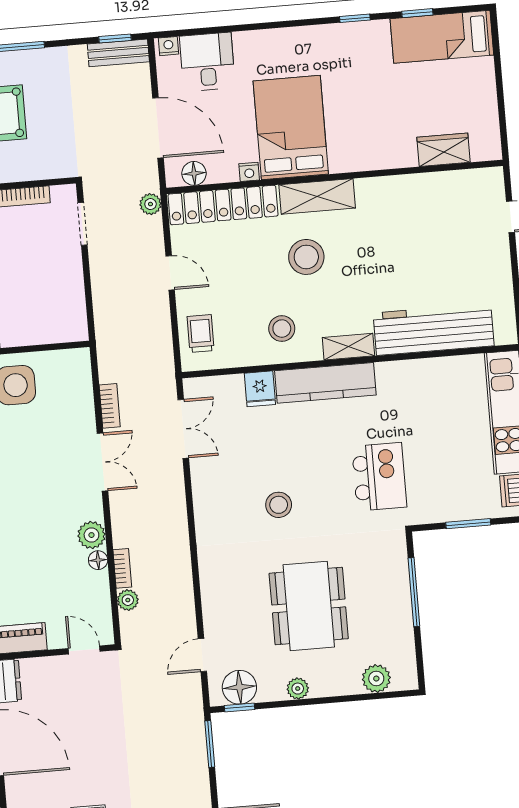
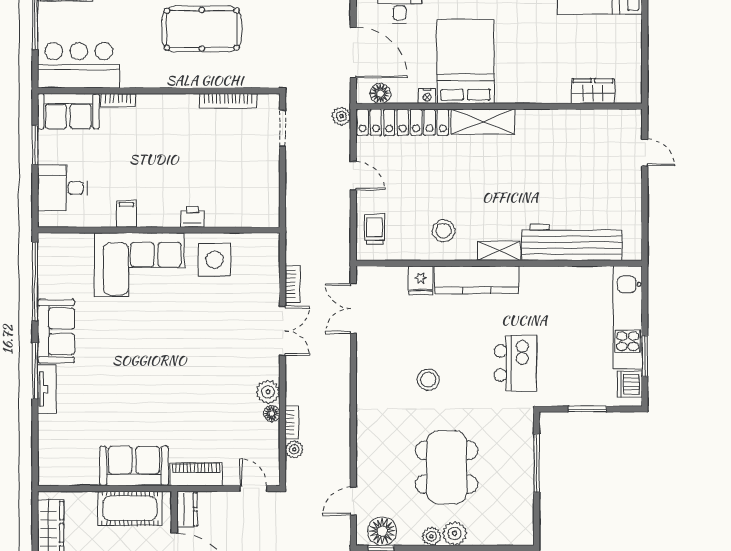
stool: (306, 257) -> (469, 172), removed
double door: (183, 429) -> (353, 309), swing flipped
plant: (376, 679) -> (455, 533), moved

